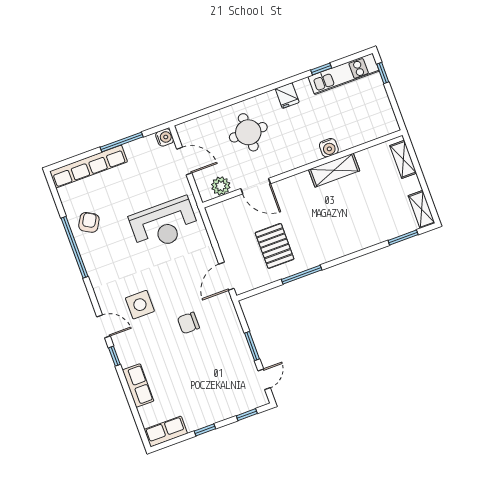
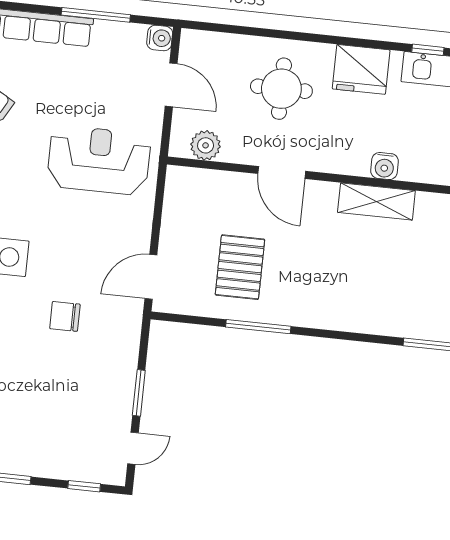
fridge: (287, 96) -> (361, 69), width x1.88, depth x1.34
door: (256, 186) -> (282, 172), moved
reception desk: (164, 224) -> (99, 160), turned 180

